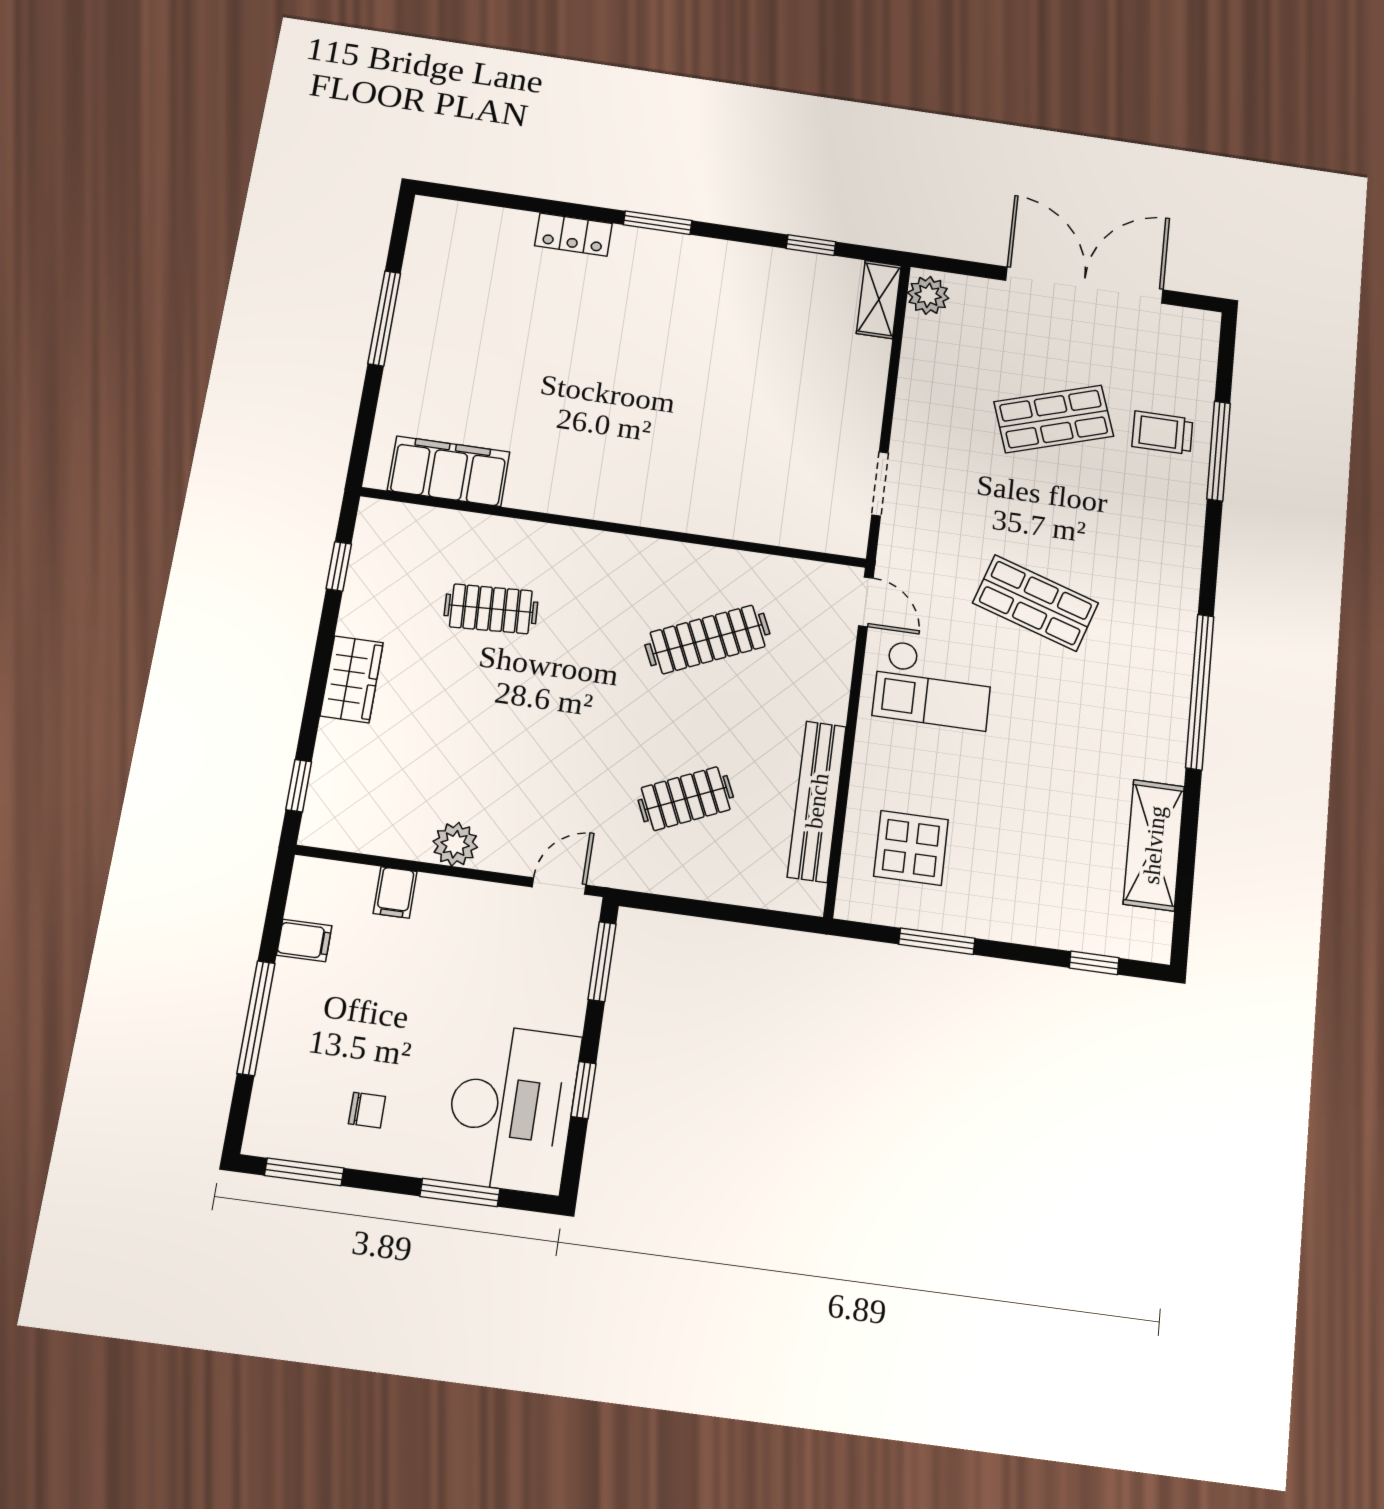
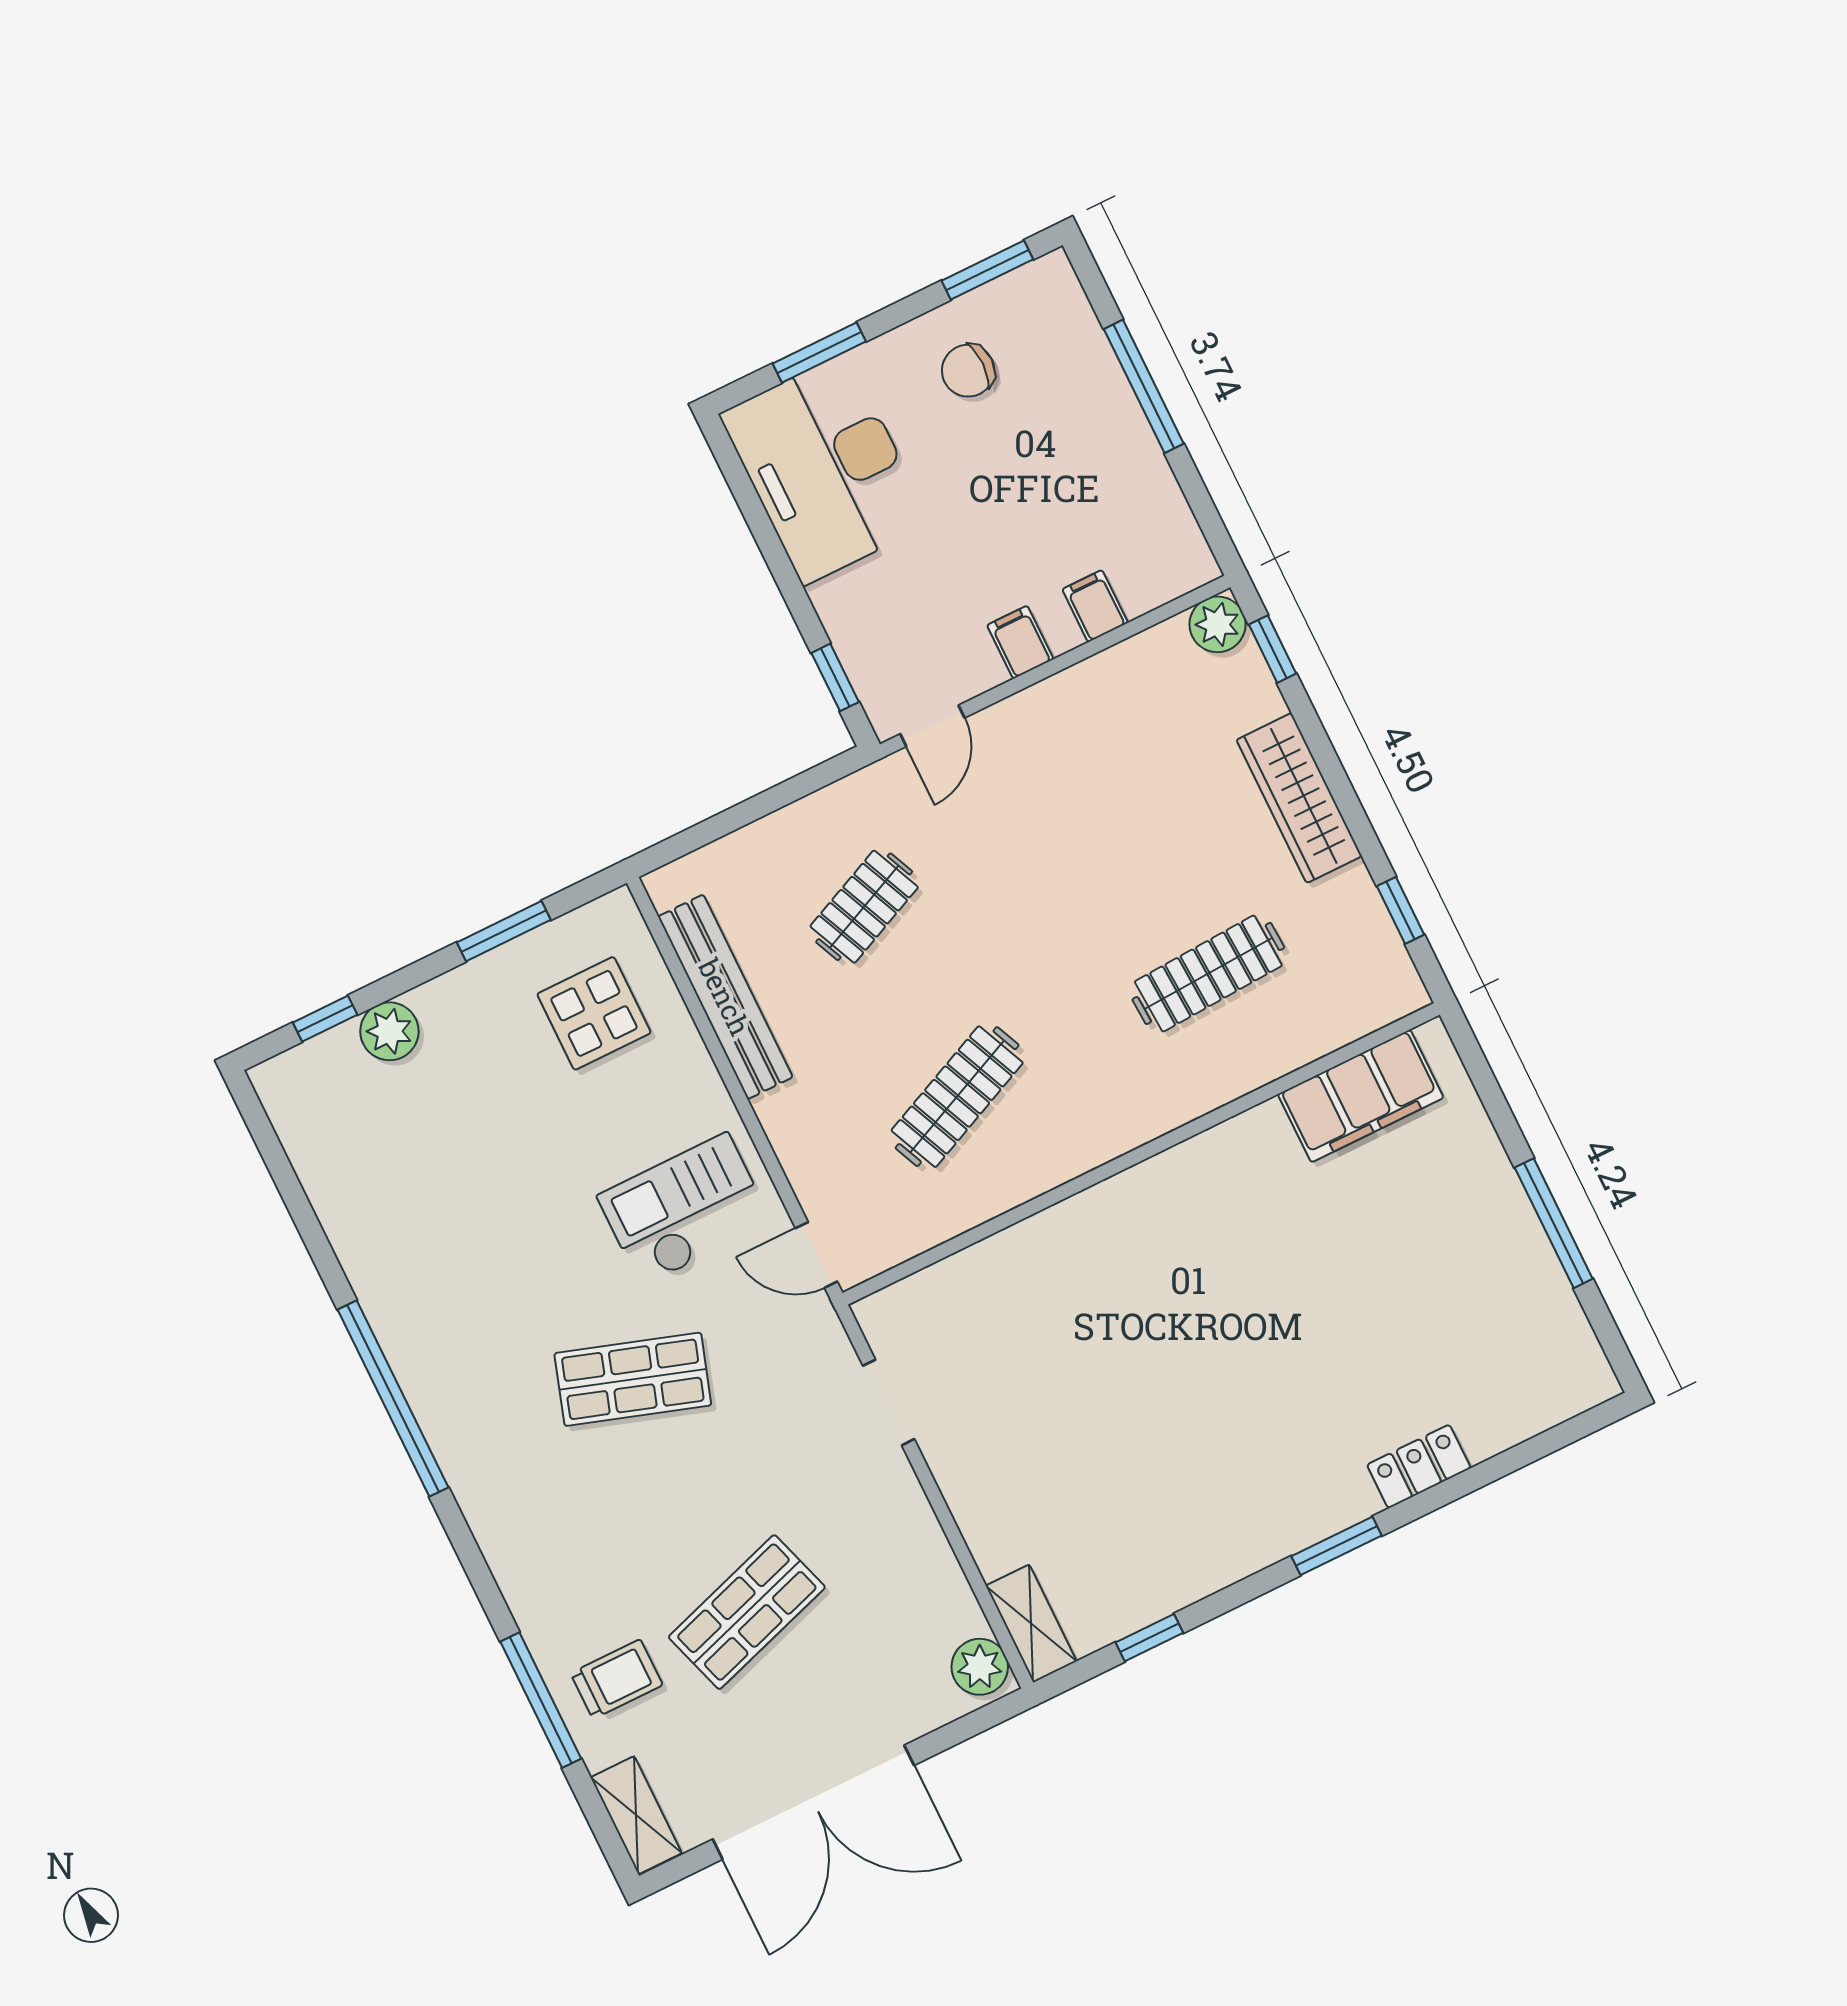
clothes rail: (491, 609) -> (1208, 974), width x1.36
wardrobe: (352, 679) -> (1299, 798), width x1.50
plant: (455, 844) -> (1218, 624), moved
shelving: (1154, 845) -> (636, 1815), moved, width x0.67, depth x0.75
plant: (1056, 926) -> (389, 1031), added
filing cabinet: (304, 940) -> (1020, 642), moved, turned 90
window: (602, 962) -> (835, 677), width x0.67
window: (583, 1090) -> (765, 535), removed
chair: (367, 1110) -> (968, 371), width x1.37, depth x1.37

